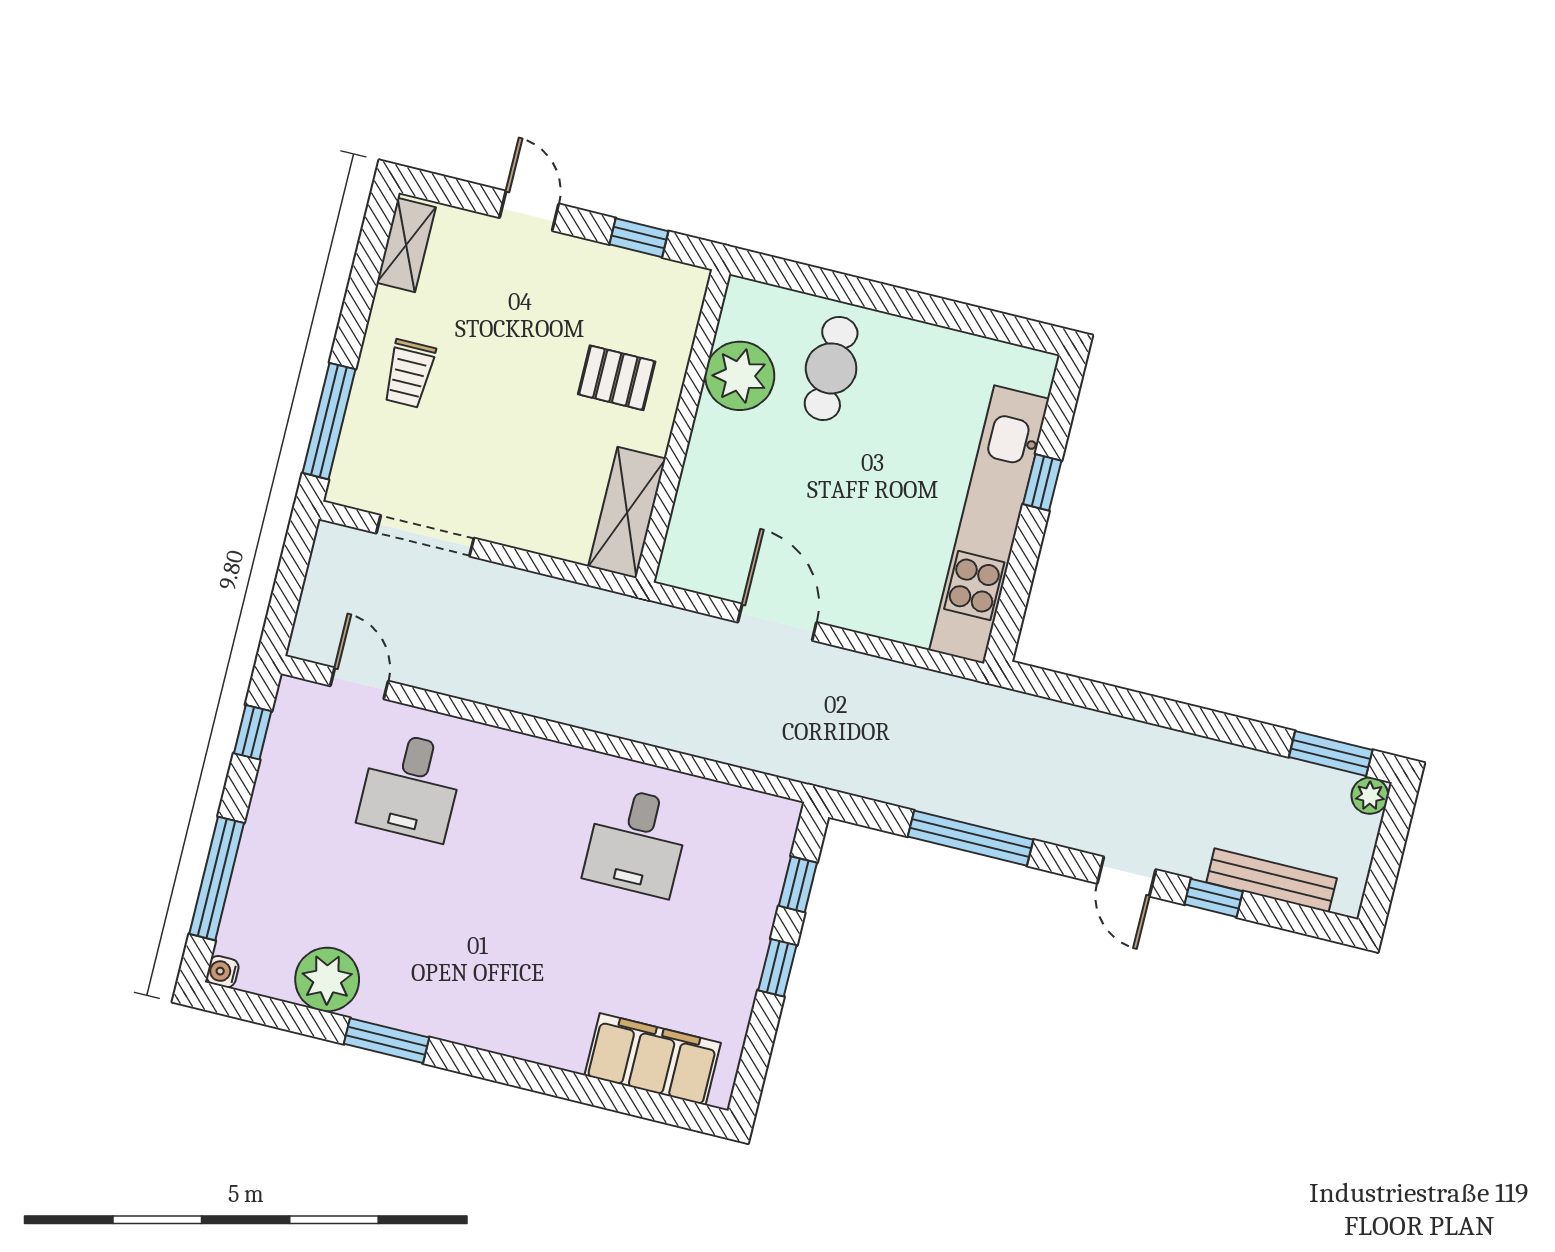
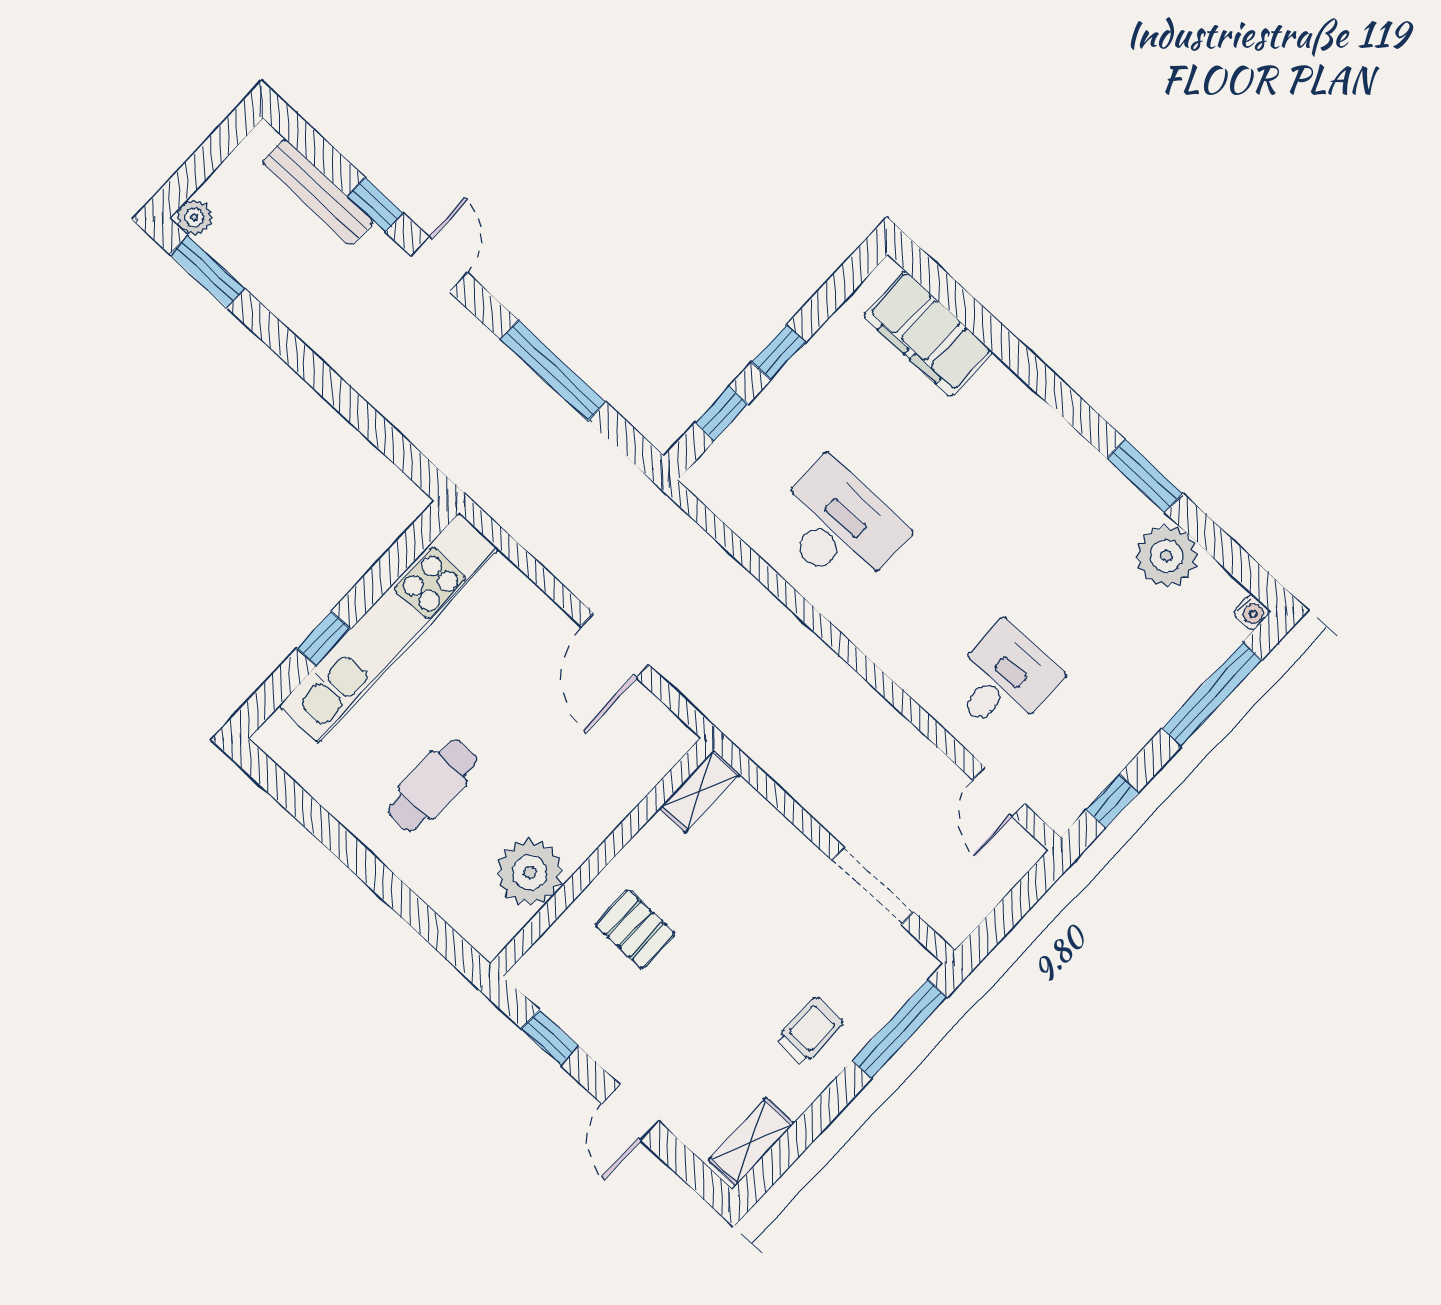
cafe table: (831, 368) -> (432, 785), moved
shelving: (627, 513) -> (700, 791), width x0.67, depth x0.75
desk: (637, 842) -> (838, 526), width x1.37

